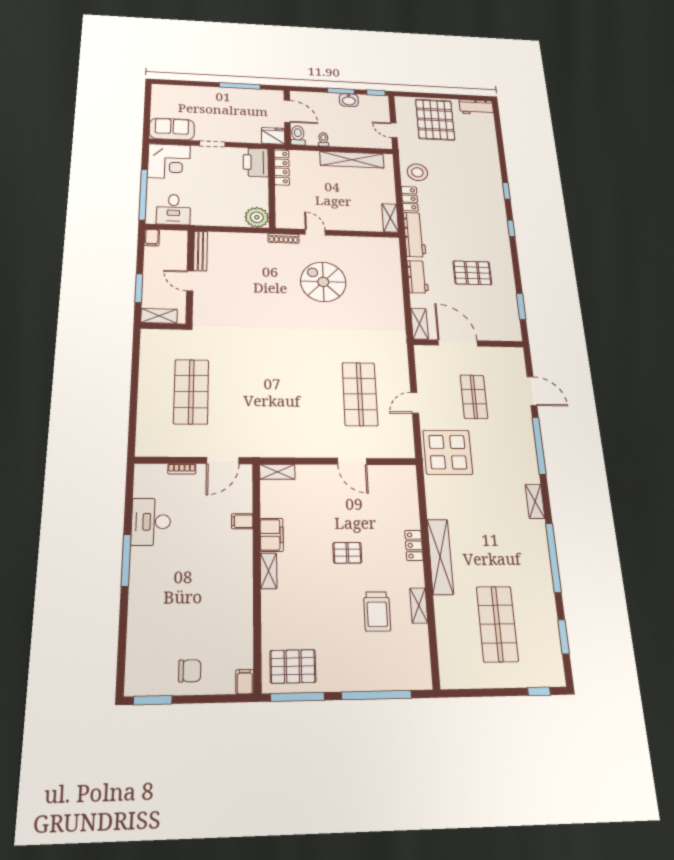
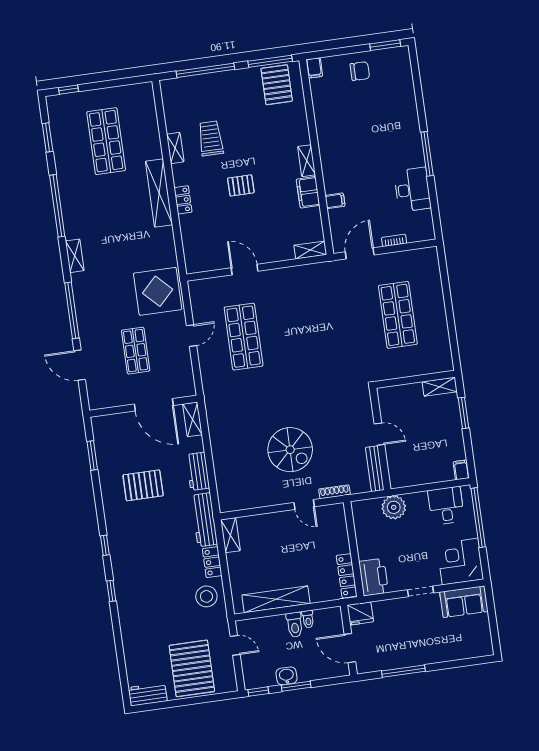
toilet: (298, 135) -> (295, 625), moved
plant: (257, 217) -> (394, 507), moved
bench: (200, 251) -> (375, 469), moved
wall: (190, 276) -> (380, 439), moved
door: (190, 281) -> (379, 434), moved
pallet: (293, 666) -> (277, 85), turned 90
chair: (190, 671) -> (360, 71), turned 180

